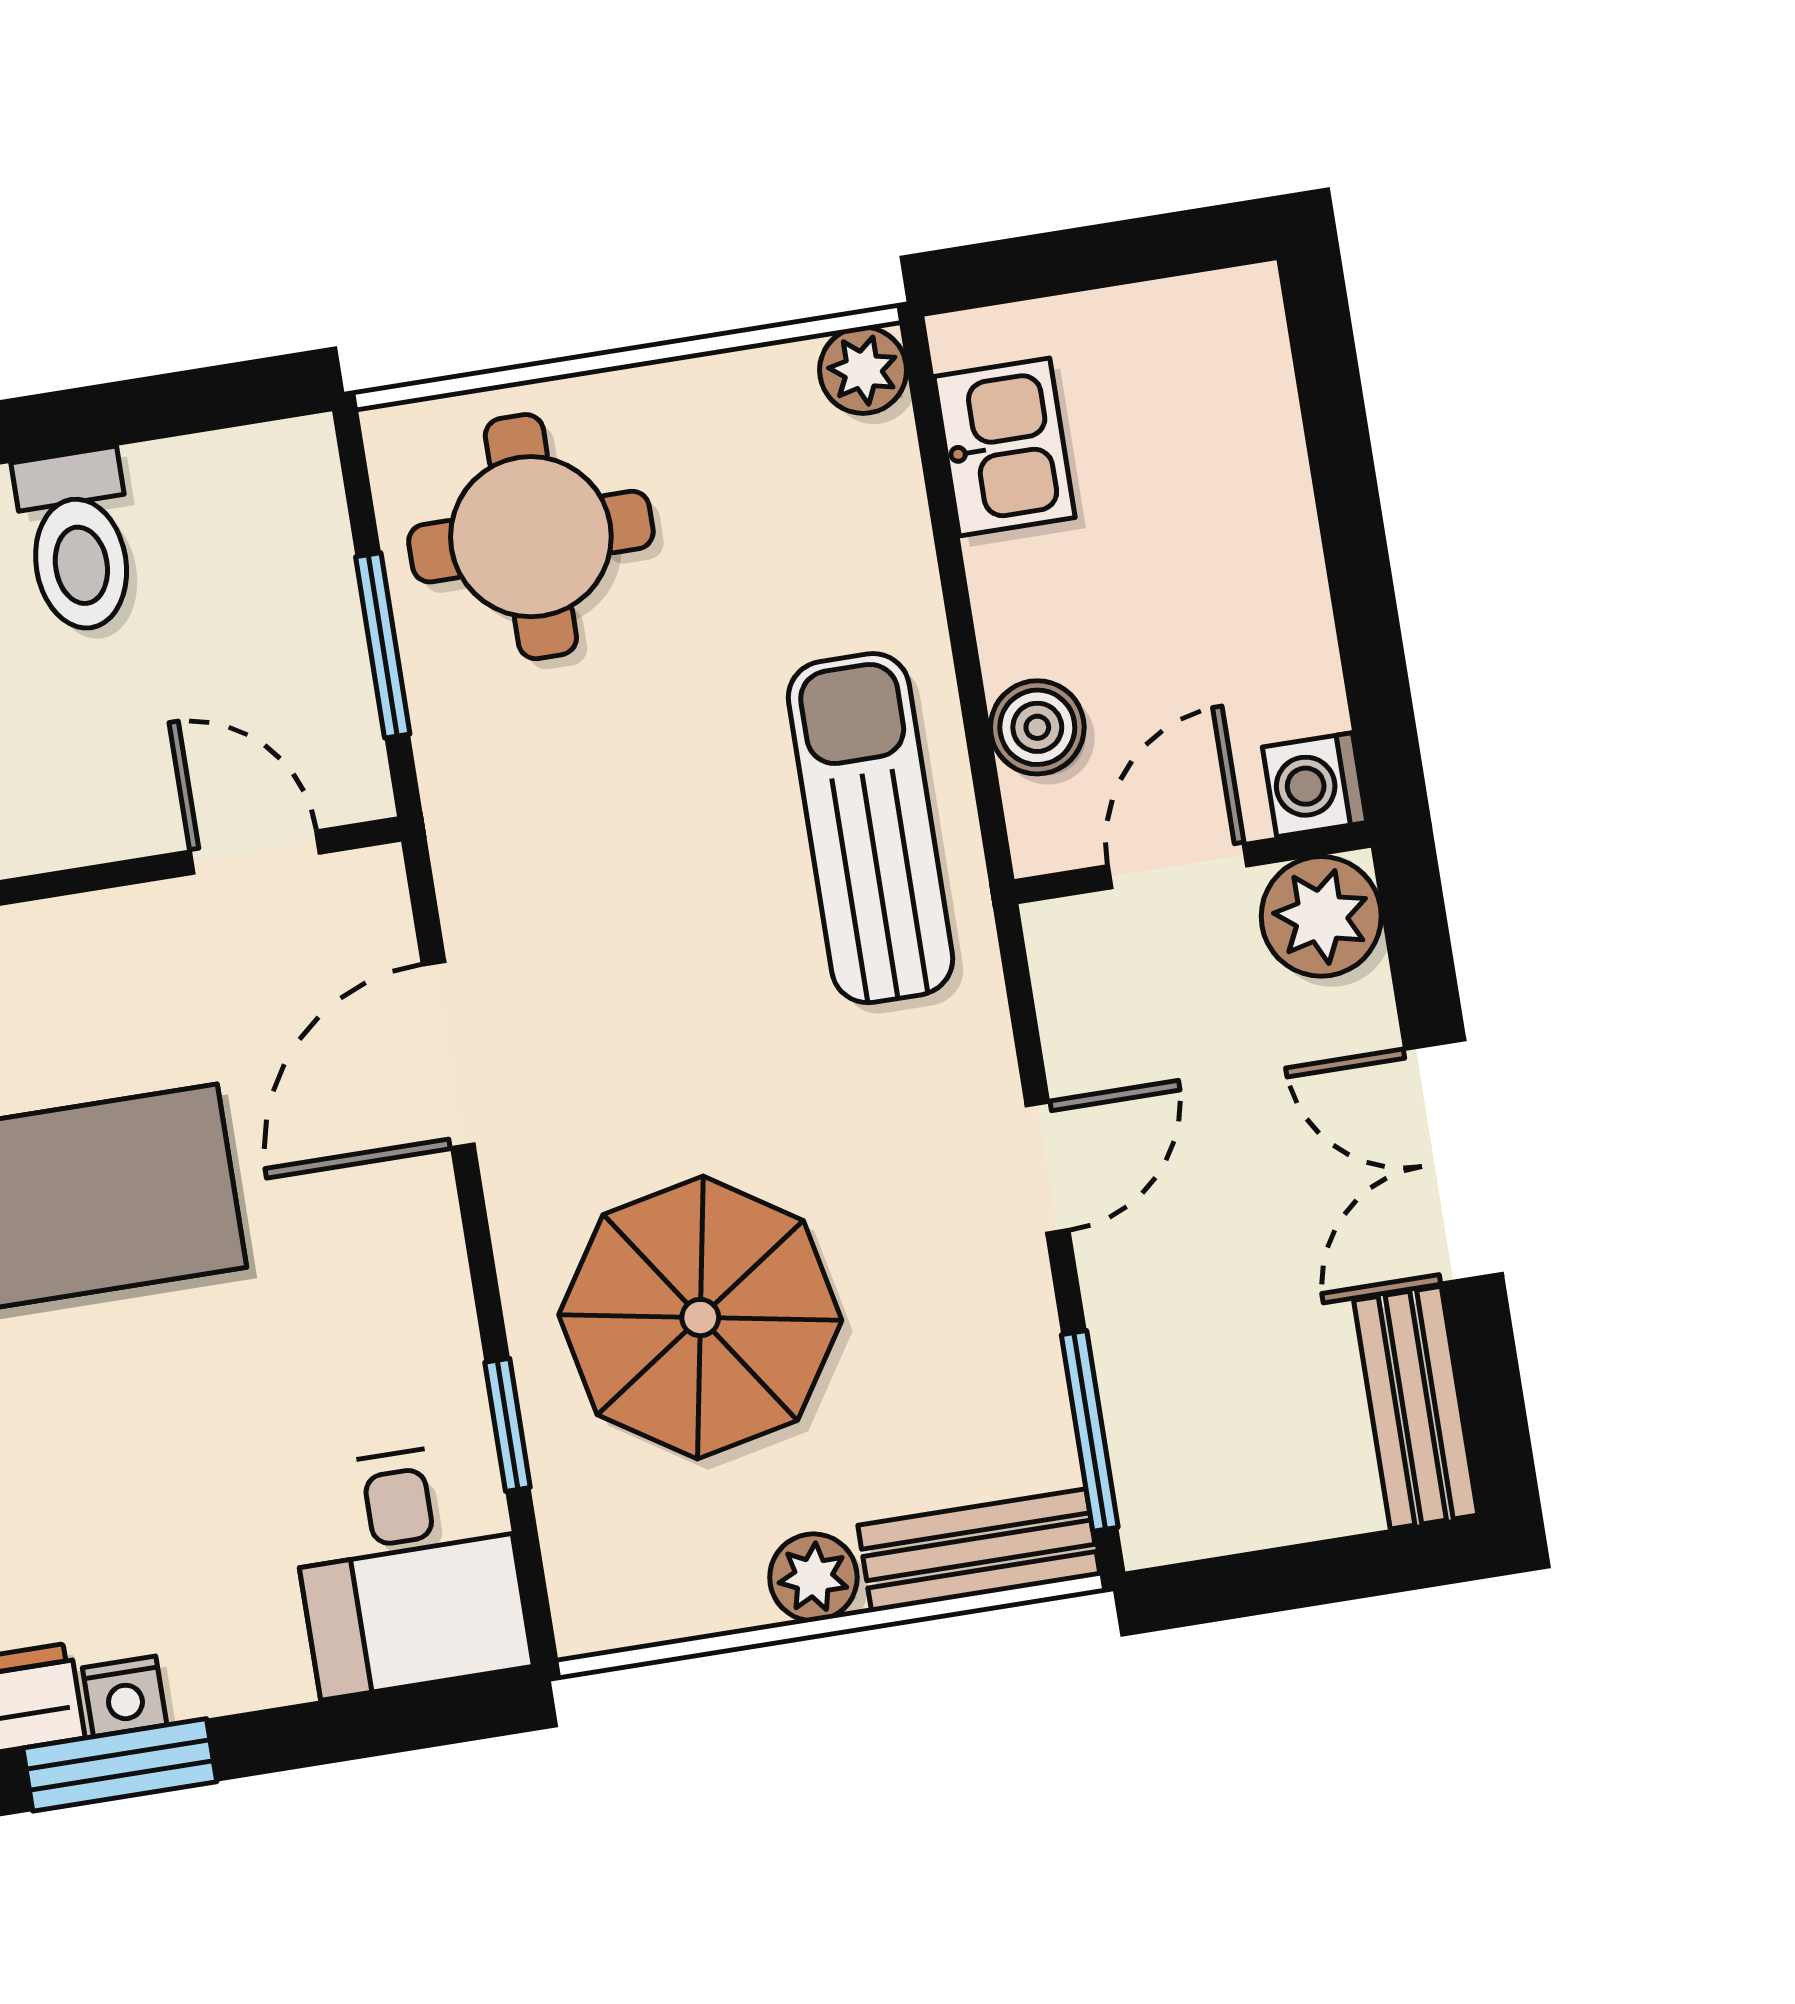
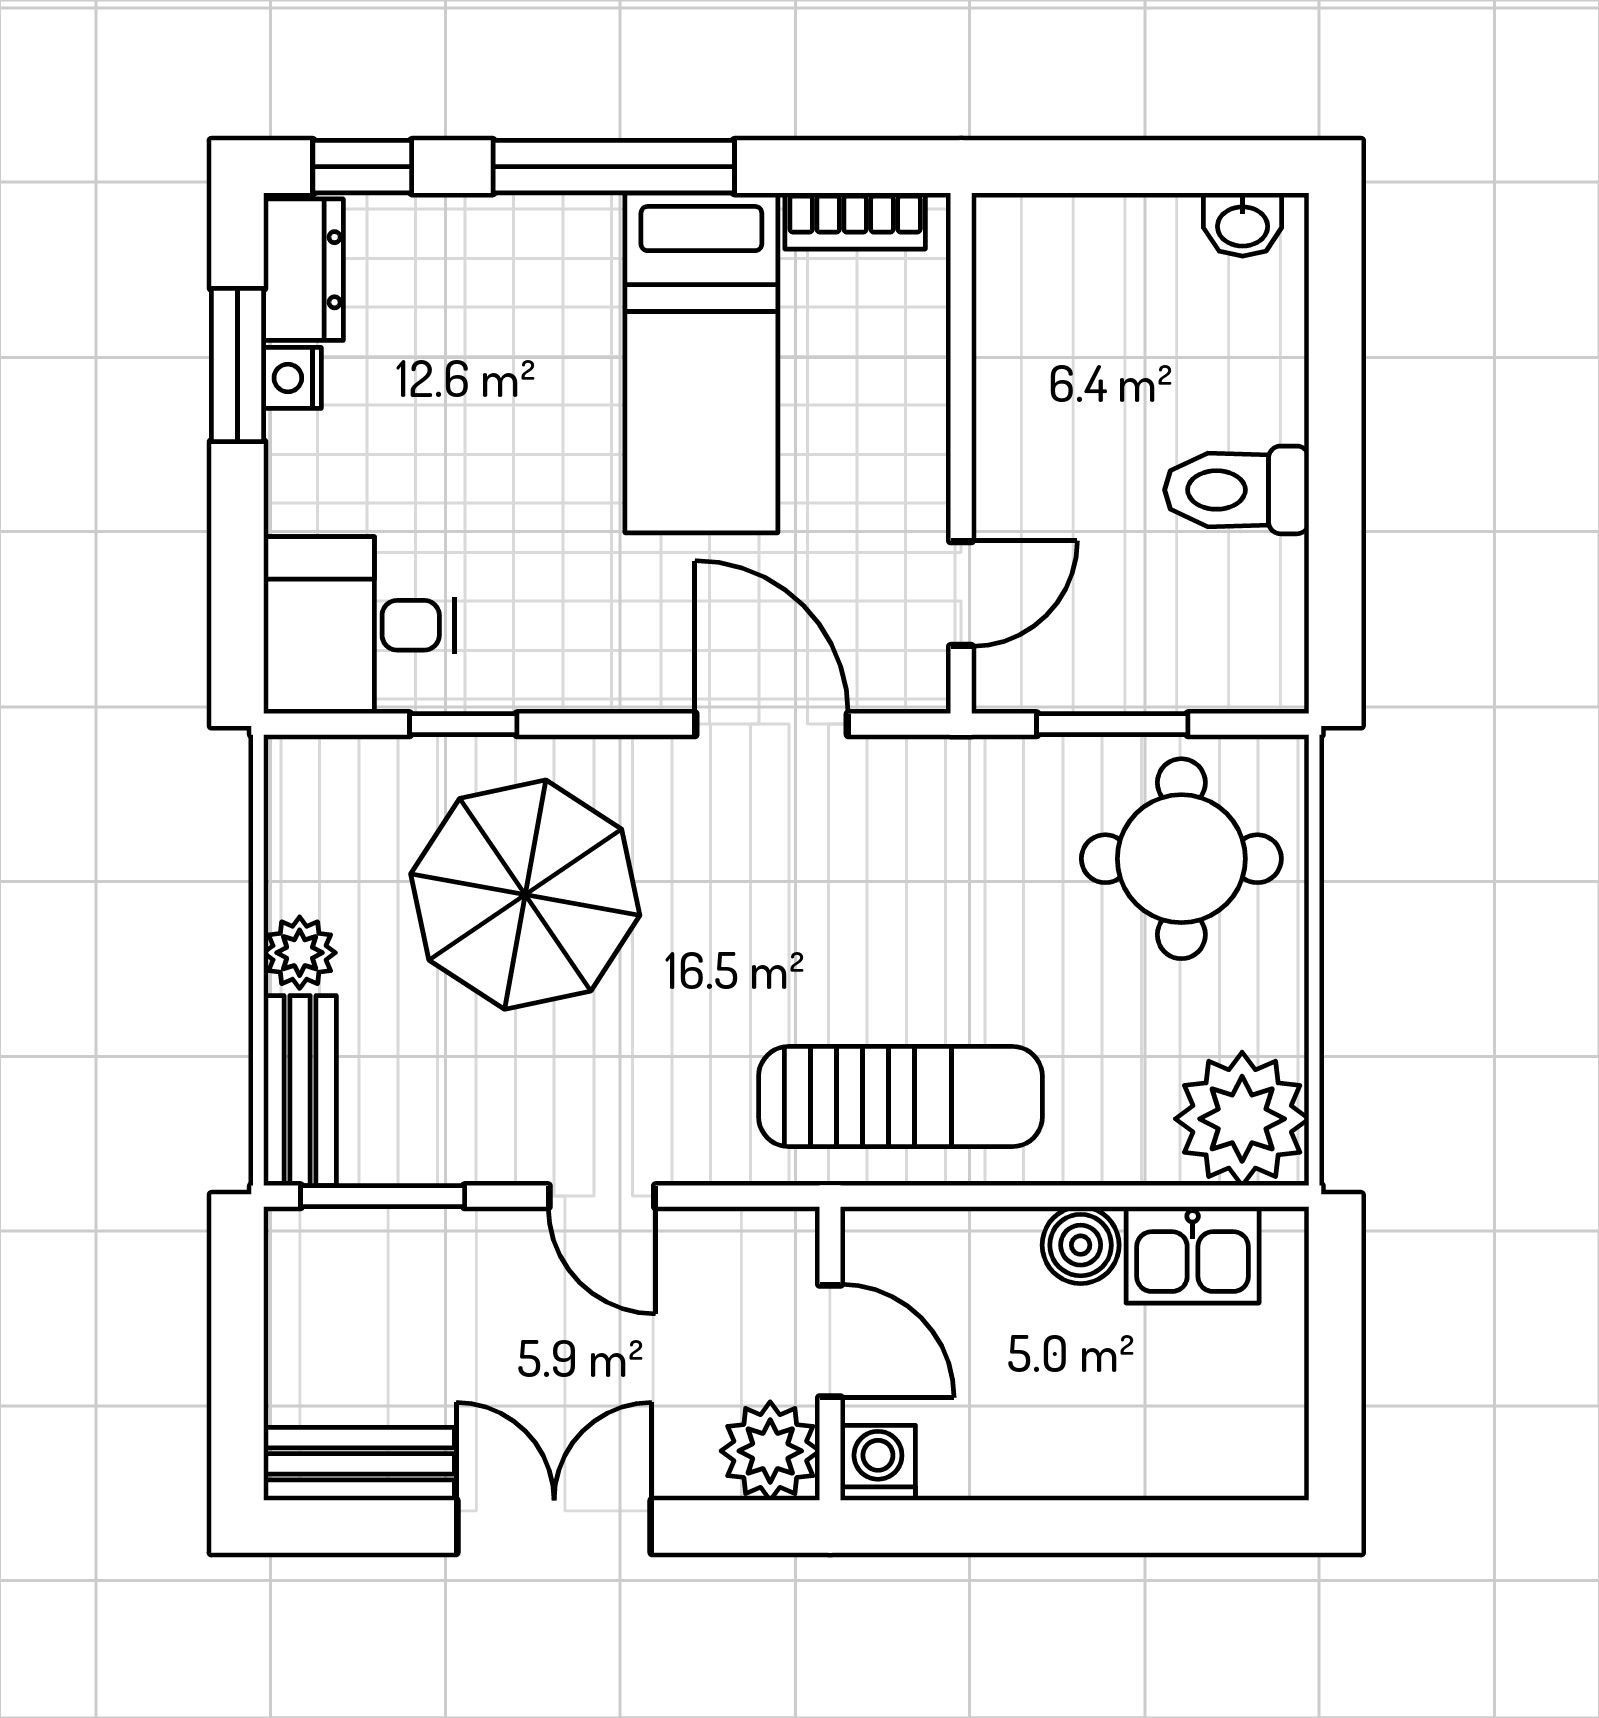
plant: (863, 370) -> (1242, 1119), width x1.87, depth x1.87
boiler: (1037, 727) -> (1081, 1245), moved

